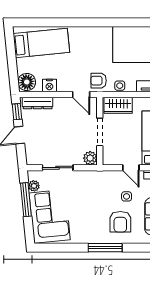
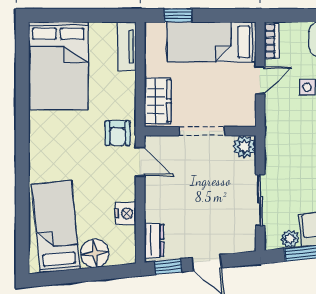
floor lamp: (27, 82) -> (95, 253), moved
side table: (120, 86) -> (126, 98), removed
door: (81, 94) -> (140, 162), hinge flipped
dresser: (38, 103) -> (154, 240), width x0.70

